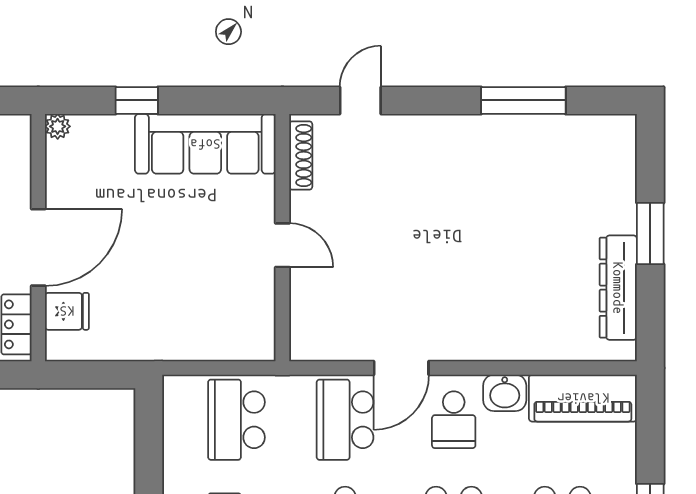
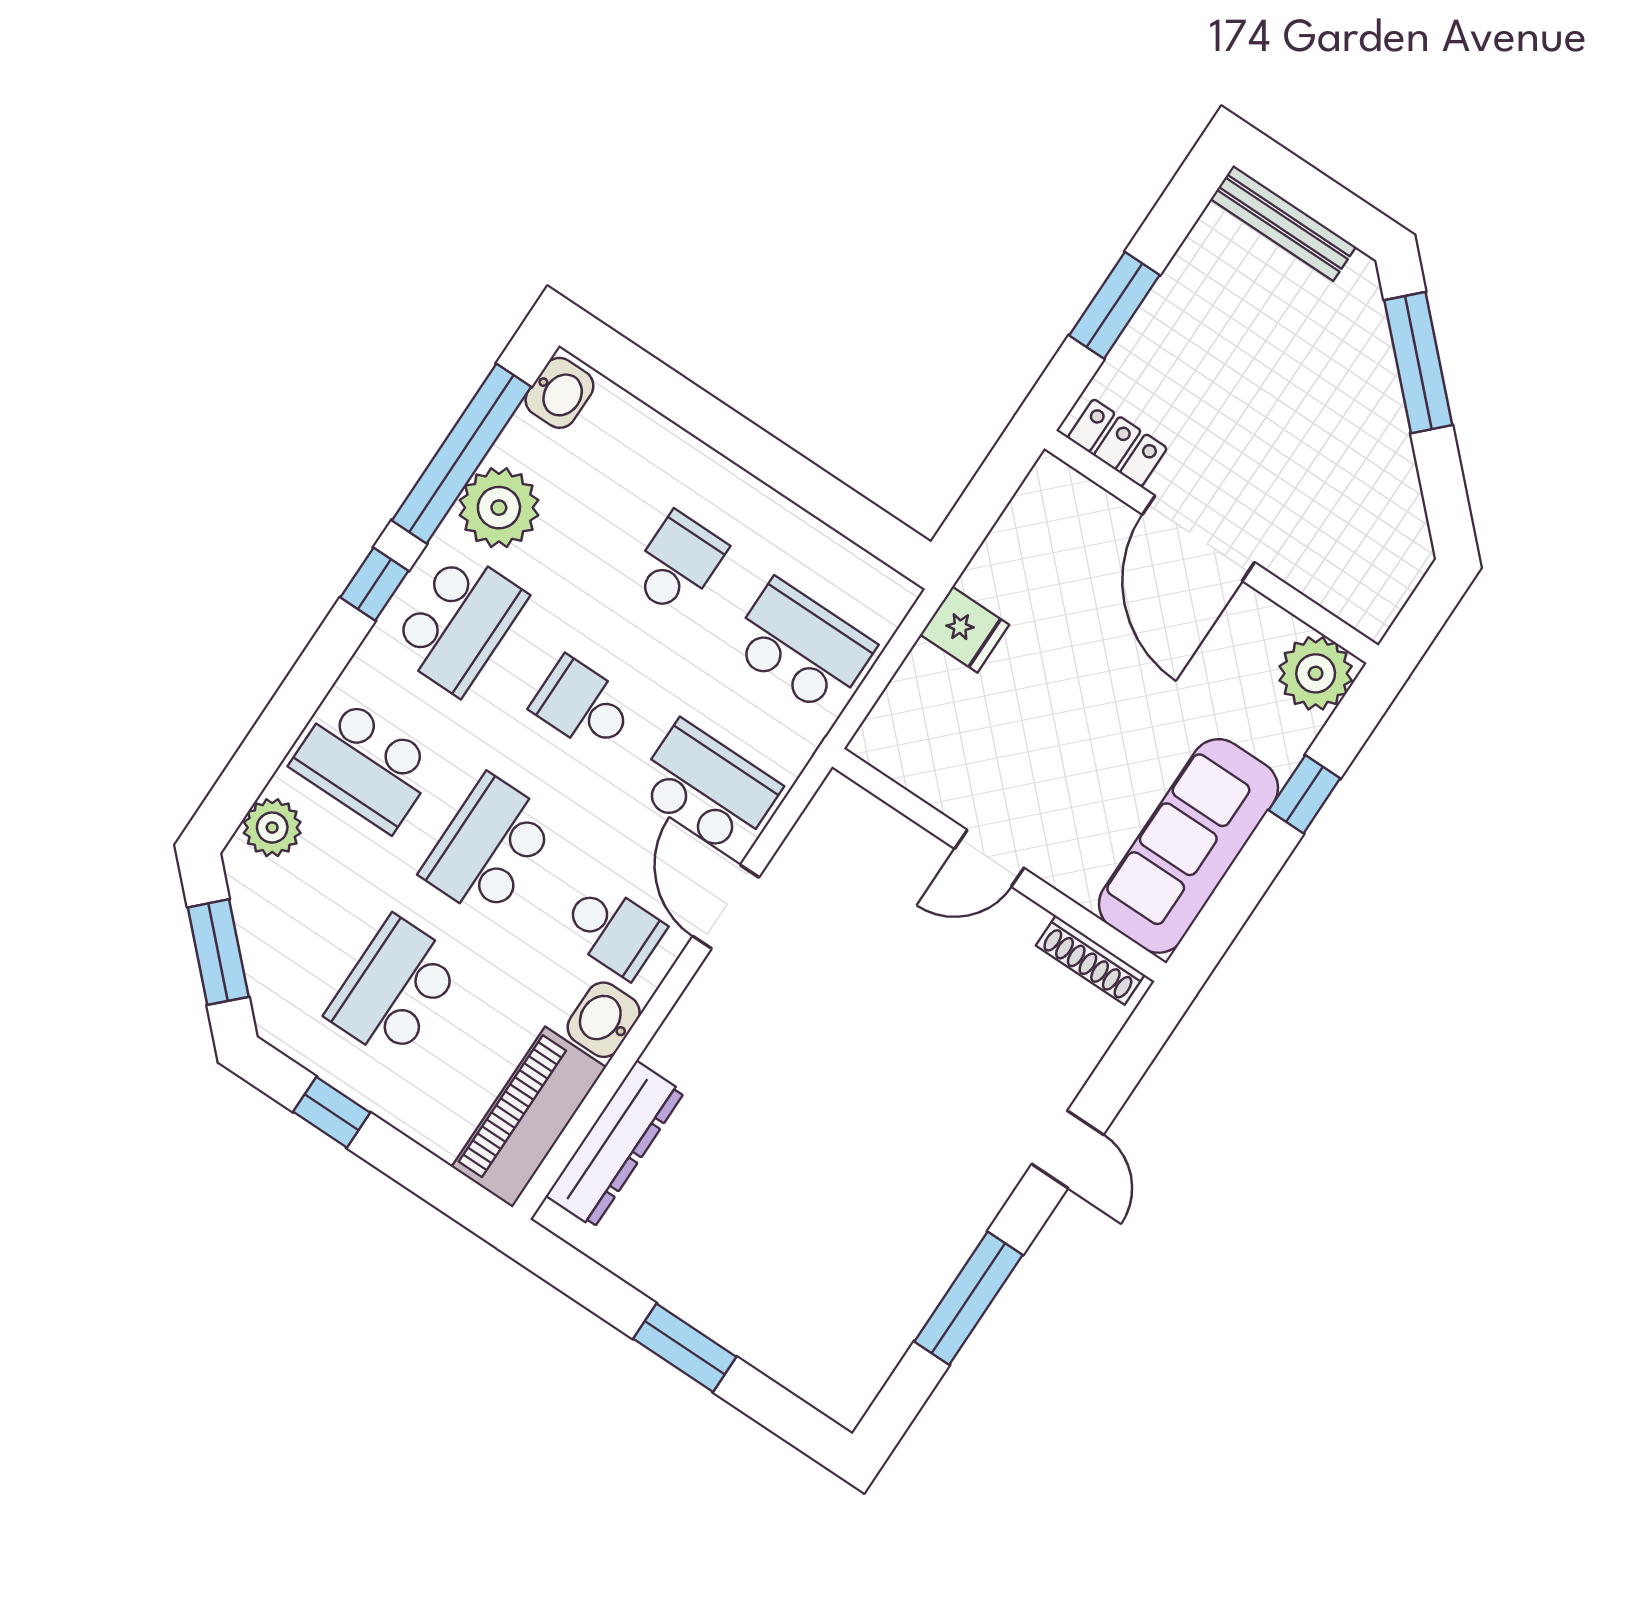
door: (360, 100) -> (1068, 1149), moved
plant: (58, 126) -> (1316, 673), width x1.88, depth x1.88
dresser: (618, 288) -> (615, 1144), moved, turned 90
fridge: (67, 311) -> (965, 630), moved, turned -90
school desk: (454, 420) -> (613, 930), turned 180

